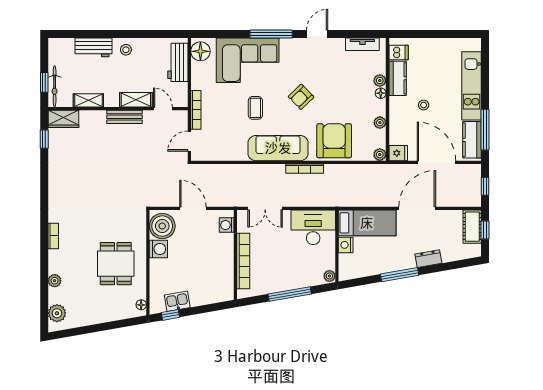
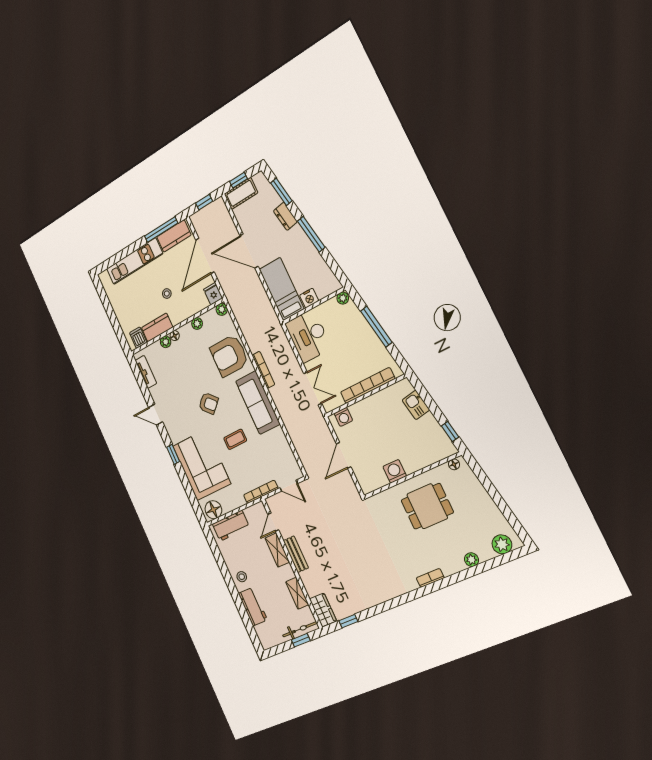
window: (271, 34) -> (173, 454), width x0.46
boiler: (162, 226) -> (372, 477), removed
window: (452, 266) -> (281, 192), added
kitchen sink: (177, 301) -> (416, 405), moved

